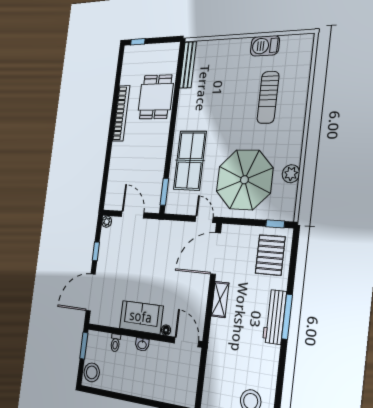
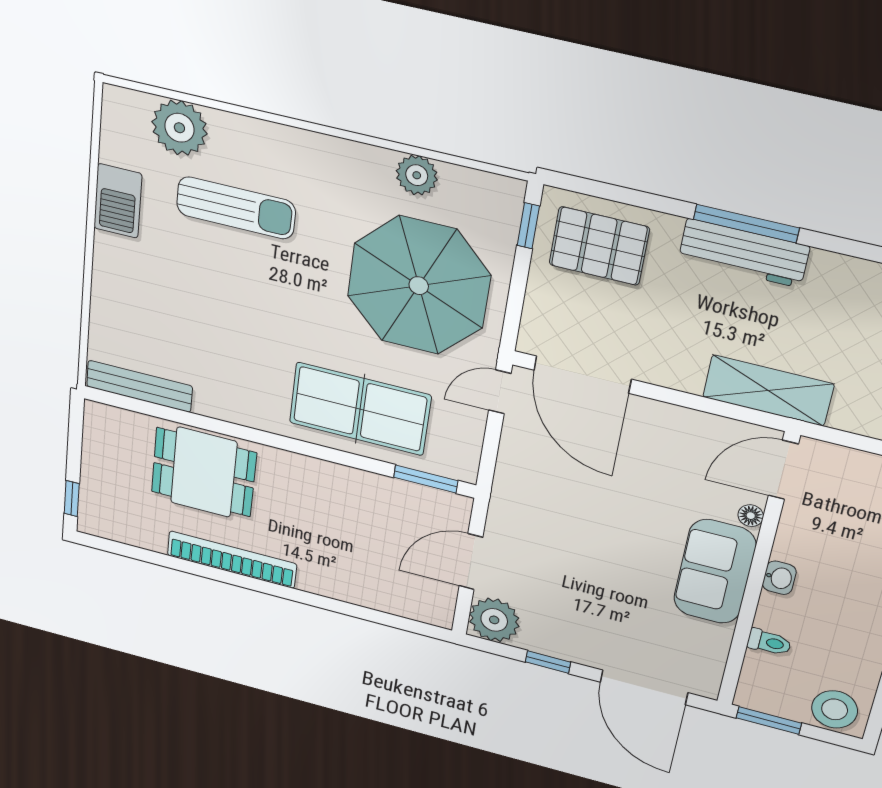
plant: (299, 69) -> (179, 128), added
plant: (107, 222) -> (494, 620), width x1.88, depth x1.88
shelving: (220, 300) -> (768, 390), moved, width x1.50, depth x1.33

